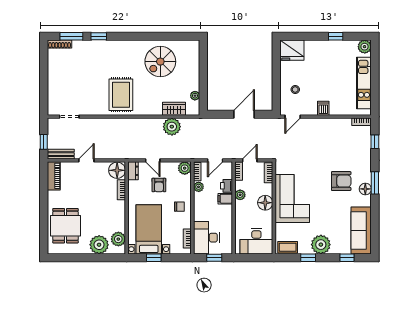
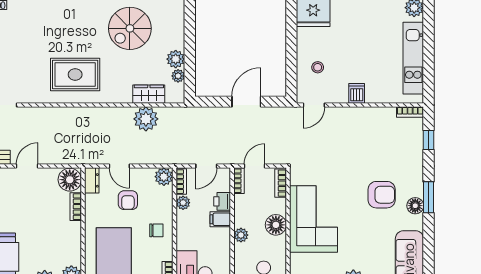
plant: (193, 84) -> (176, 59), added
rug: (121, 95) -> (75, 75), turned 90
plant: (240, 195) -> (241, 235), moved

